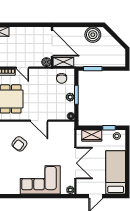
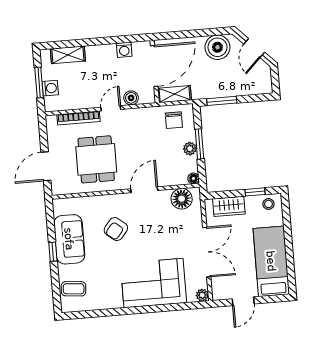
washing machine: (34, 31) -> (124, 50), added
door: (116, 37) -> (254, 48), added
door: (52, 43) -> (154, 66), hinge flipped
boiler: (46, 62) -> (131, 98), moved
door: (22, 68) -> (111, 108), swing flipped
door: (39, 121) -> (144, 190), swing flipped
floor lamp: (62, 128) -> (182, 199), added

